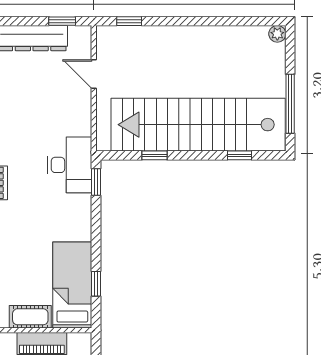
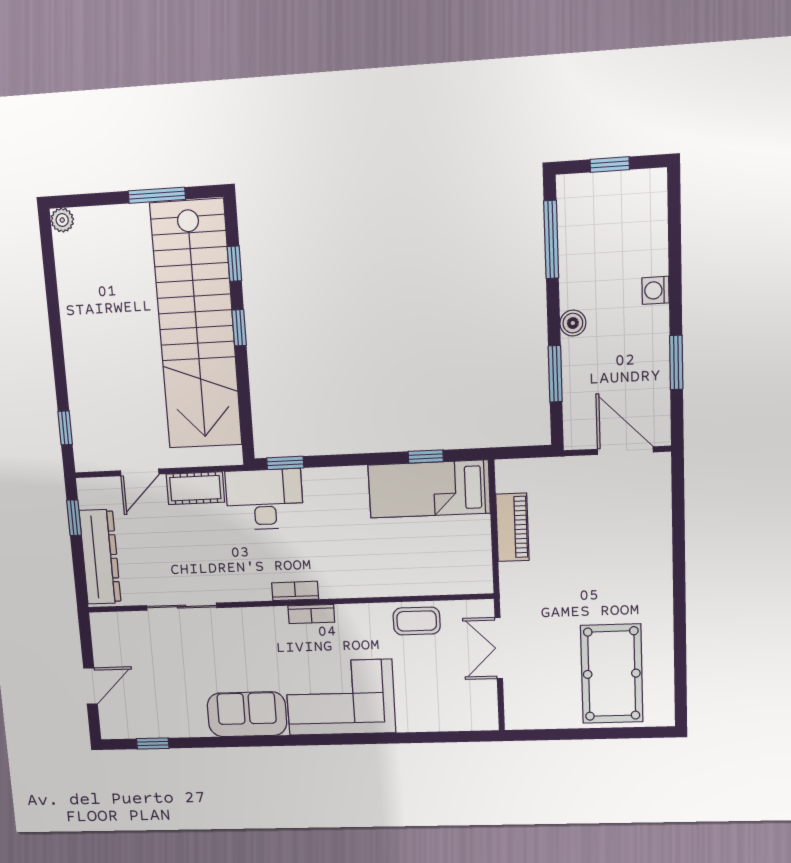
window: (290, 104) -> (157, 195), width x0.69
window: (155, 155) -> (239, 328), moved
cot: (30, 317) -> (195, 488), moved, turned 90

